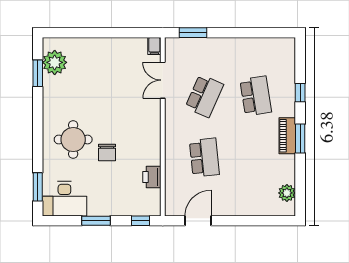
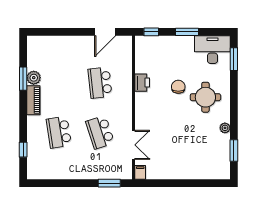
plant: (55, 62) -> (225, 128), moved, width x0.53, depth x0.53
window: (300, 93) -> (23, 150), moved
school desk: (204, 96) -> (100, 132), turned -42
window: (300, 139) -> (23, 79), moved
printer: (152, 177) -> (142, 83), moved
plant: (287, 193) -> (34, 78), moved

